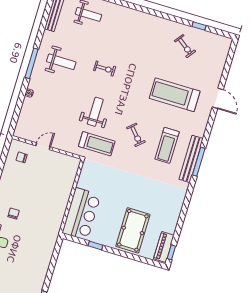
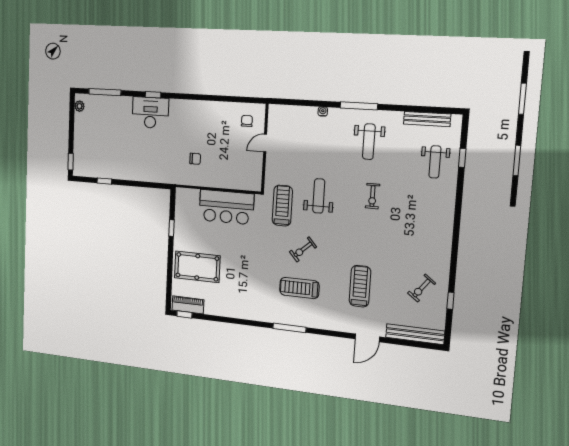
treadmill: (175, 95) -> (360, 286), width x0.73, depth x0.73
weight bench: (95, 112) -> (319, 196), turned -90
treadmill: (97, 144) -> (282, 206), turned 180
door: (43, 146) -> (265, 143), swing flipped
bench: (191, 159) -> (415, 334), moved
chair: (14, 214) -> (195, 159), moved
bar counter: (81, 214) -> (226, 207), moved

